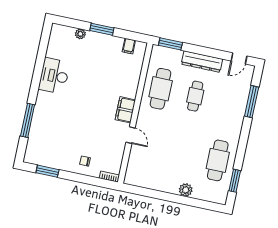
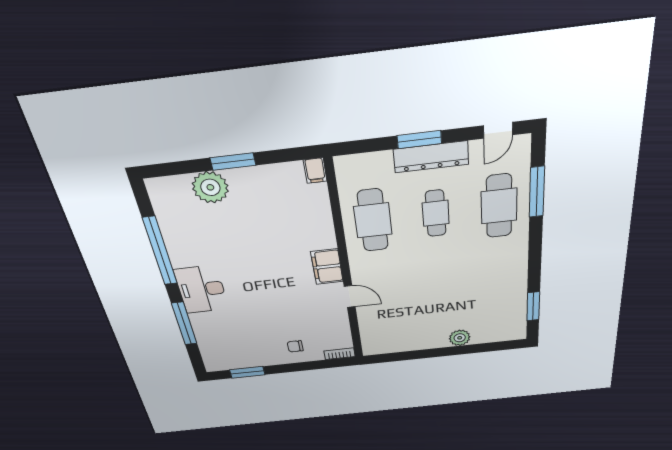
plant: (80, 34) -> (210, 187), width x1.88, depth x1.88
window: (170, 44) -> (419, 140), moved
filing cabinet: (129, 46) -> (315, 171), moved
window: (39, 67) -> (160, 251), added
desk: (54, 76) -> (201, 289), moved
cafe table: (218, 160) -> (499, 206), moved

